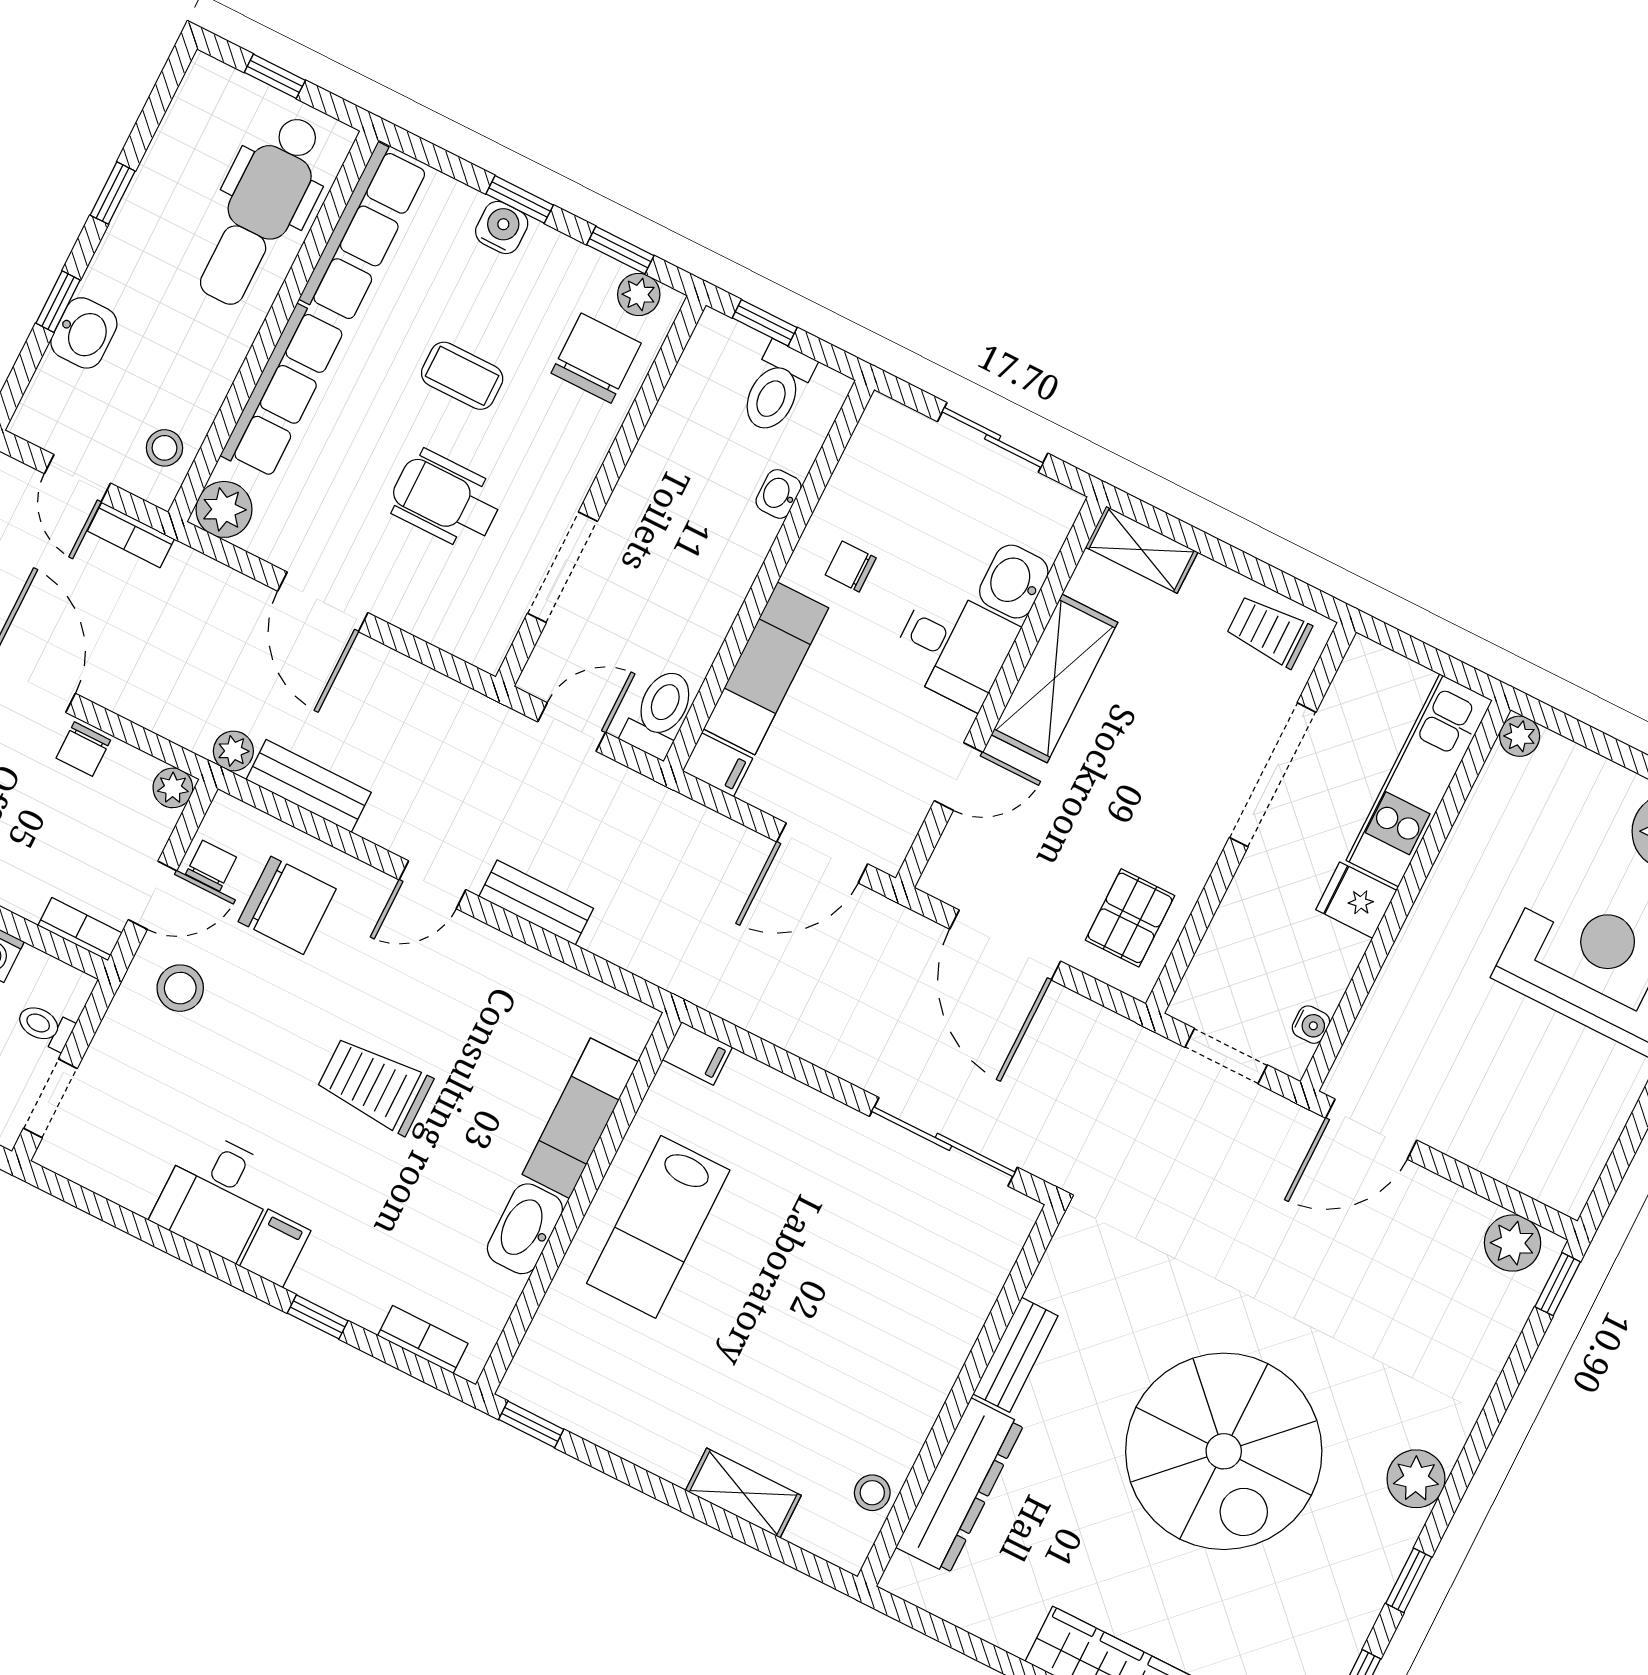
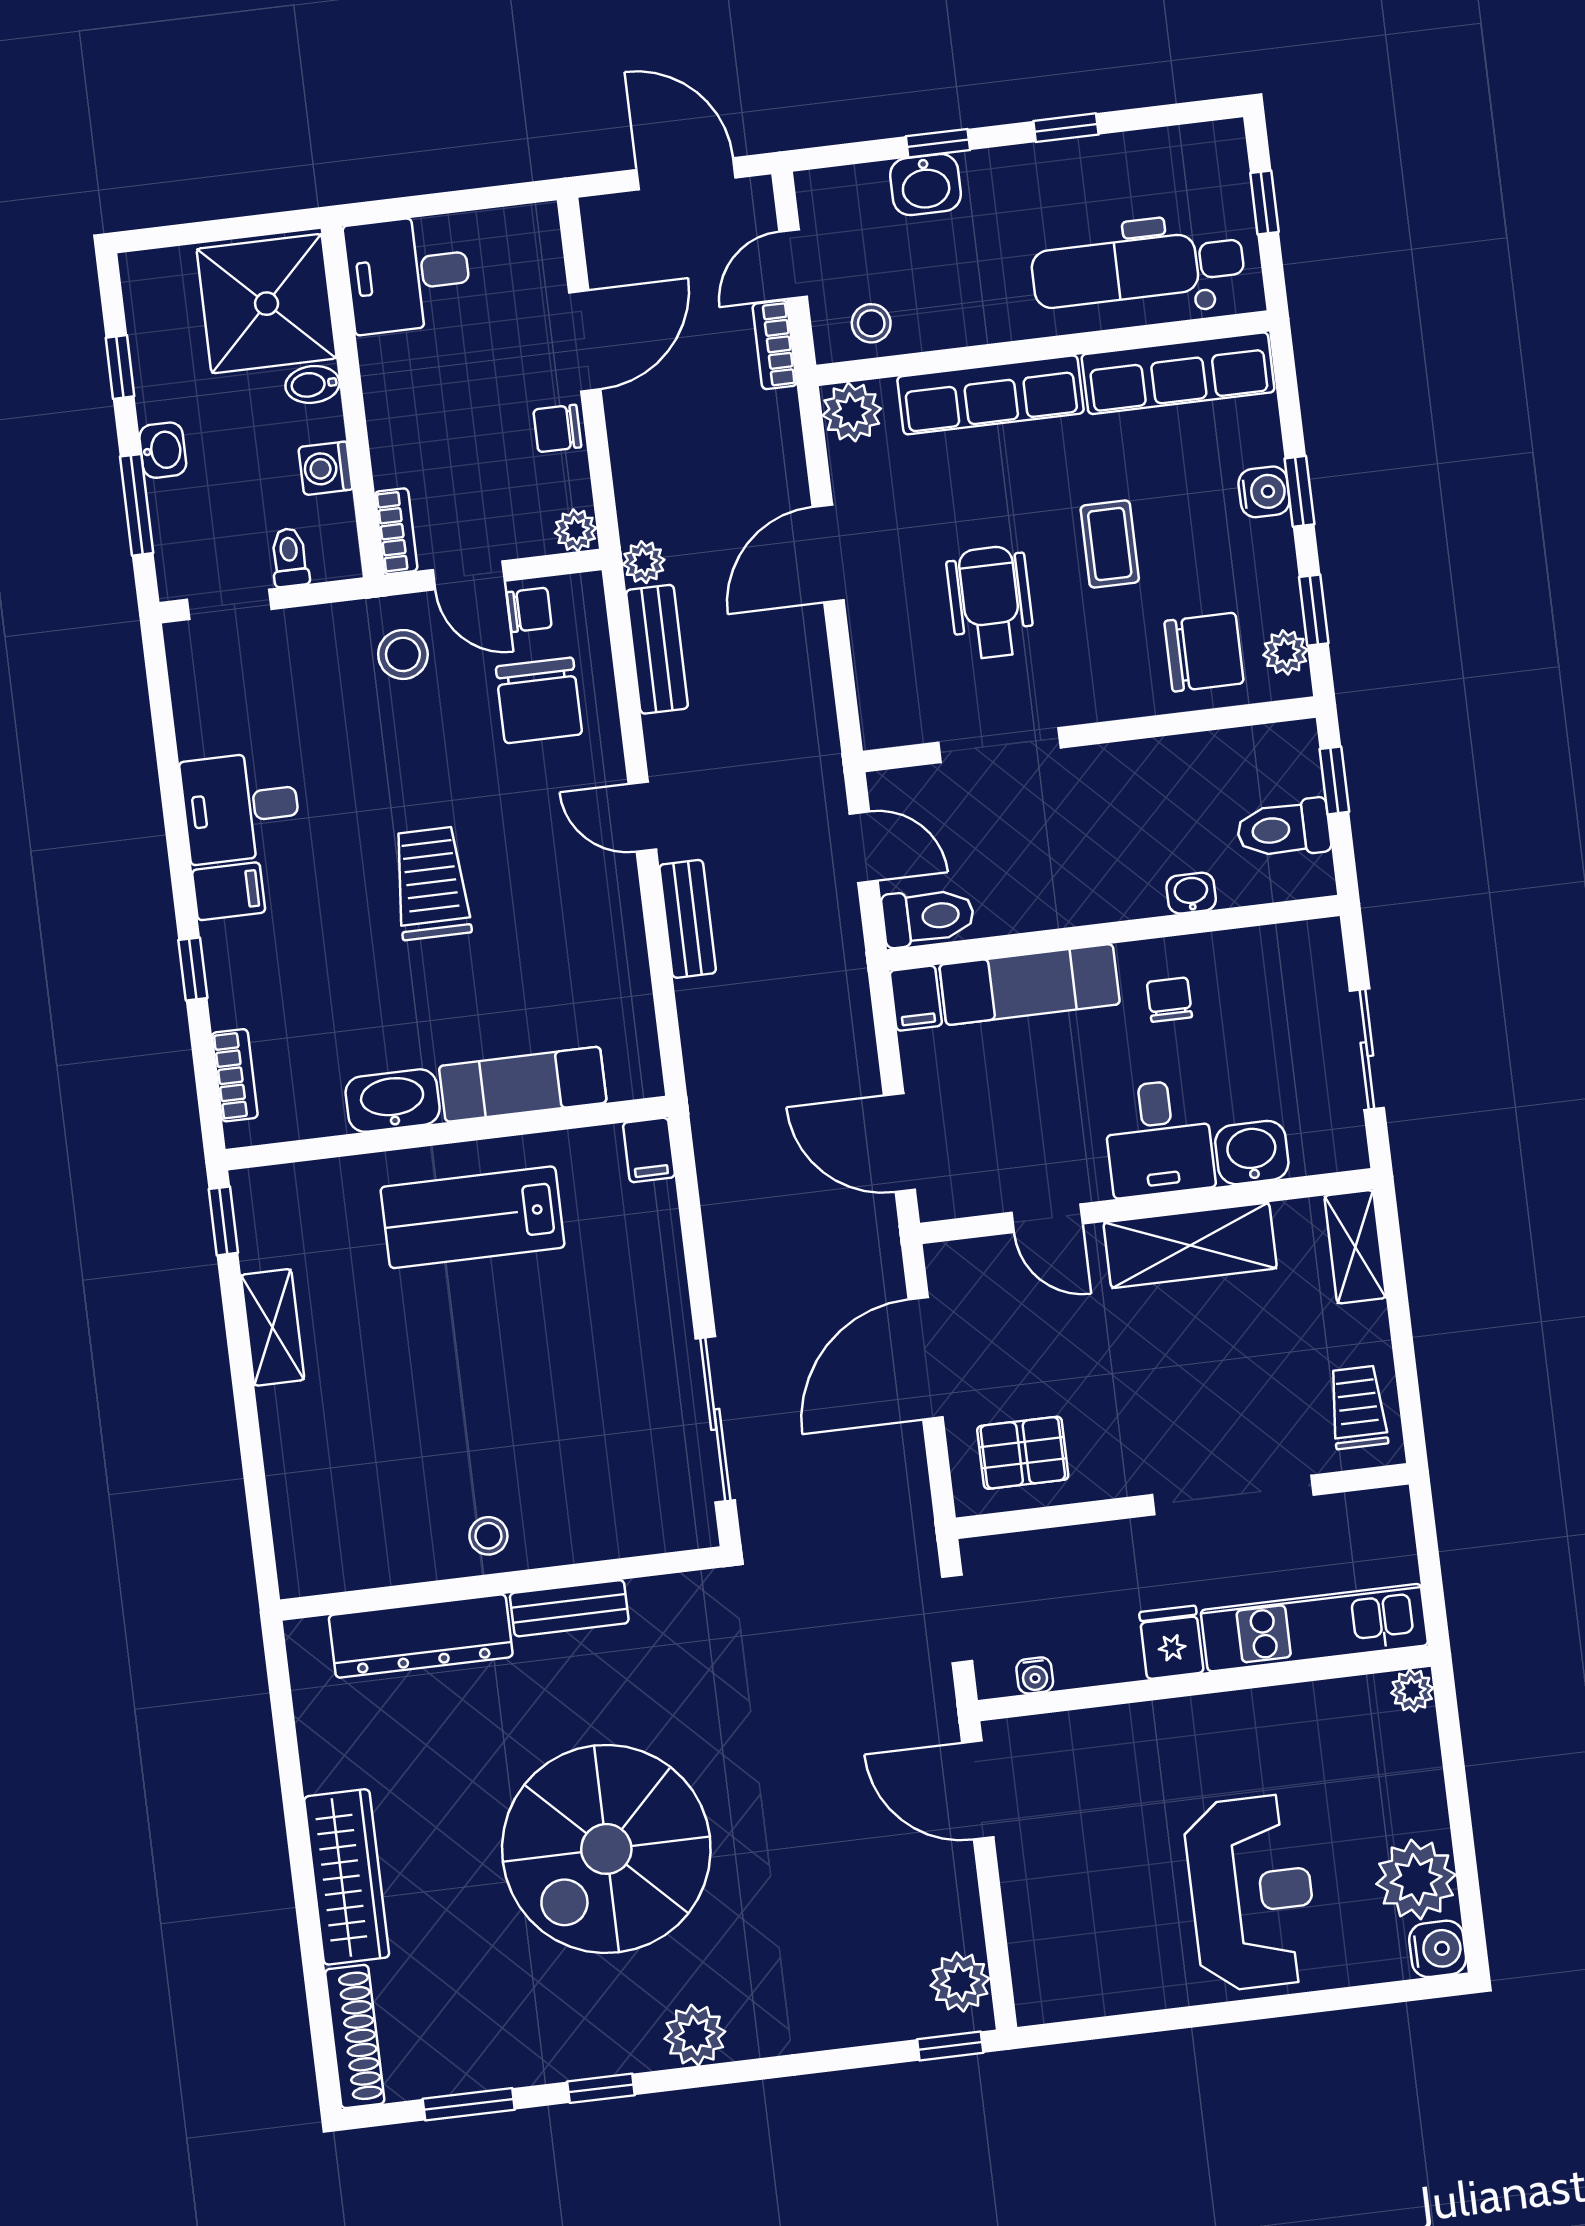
shelving: (743, 1493) -> (273, 1327), moved
stool: (872, 1493) -> (488, 1536), moved

